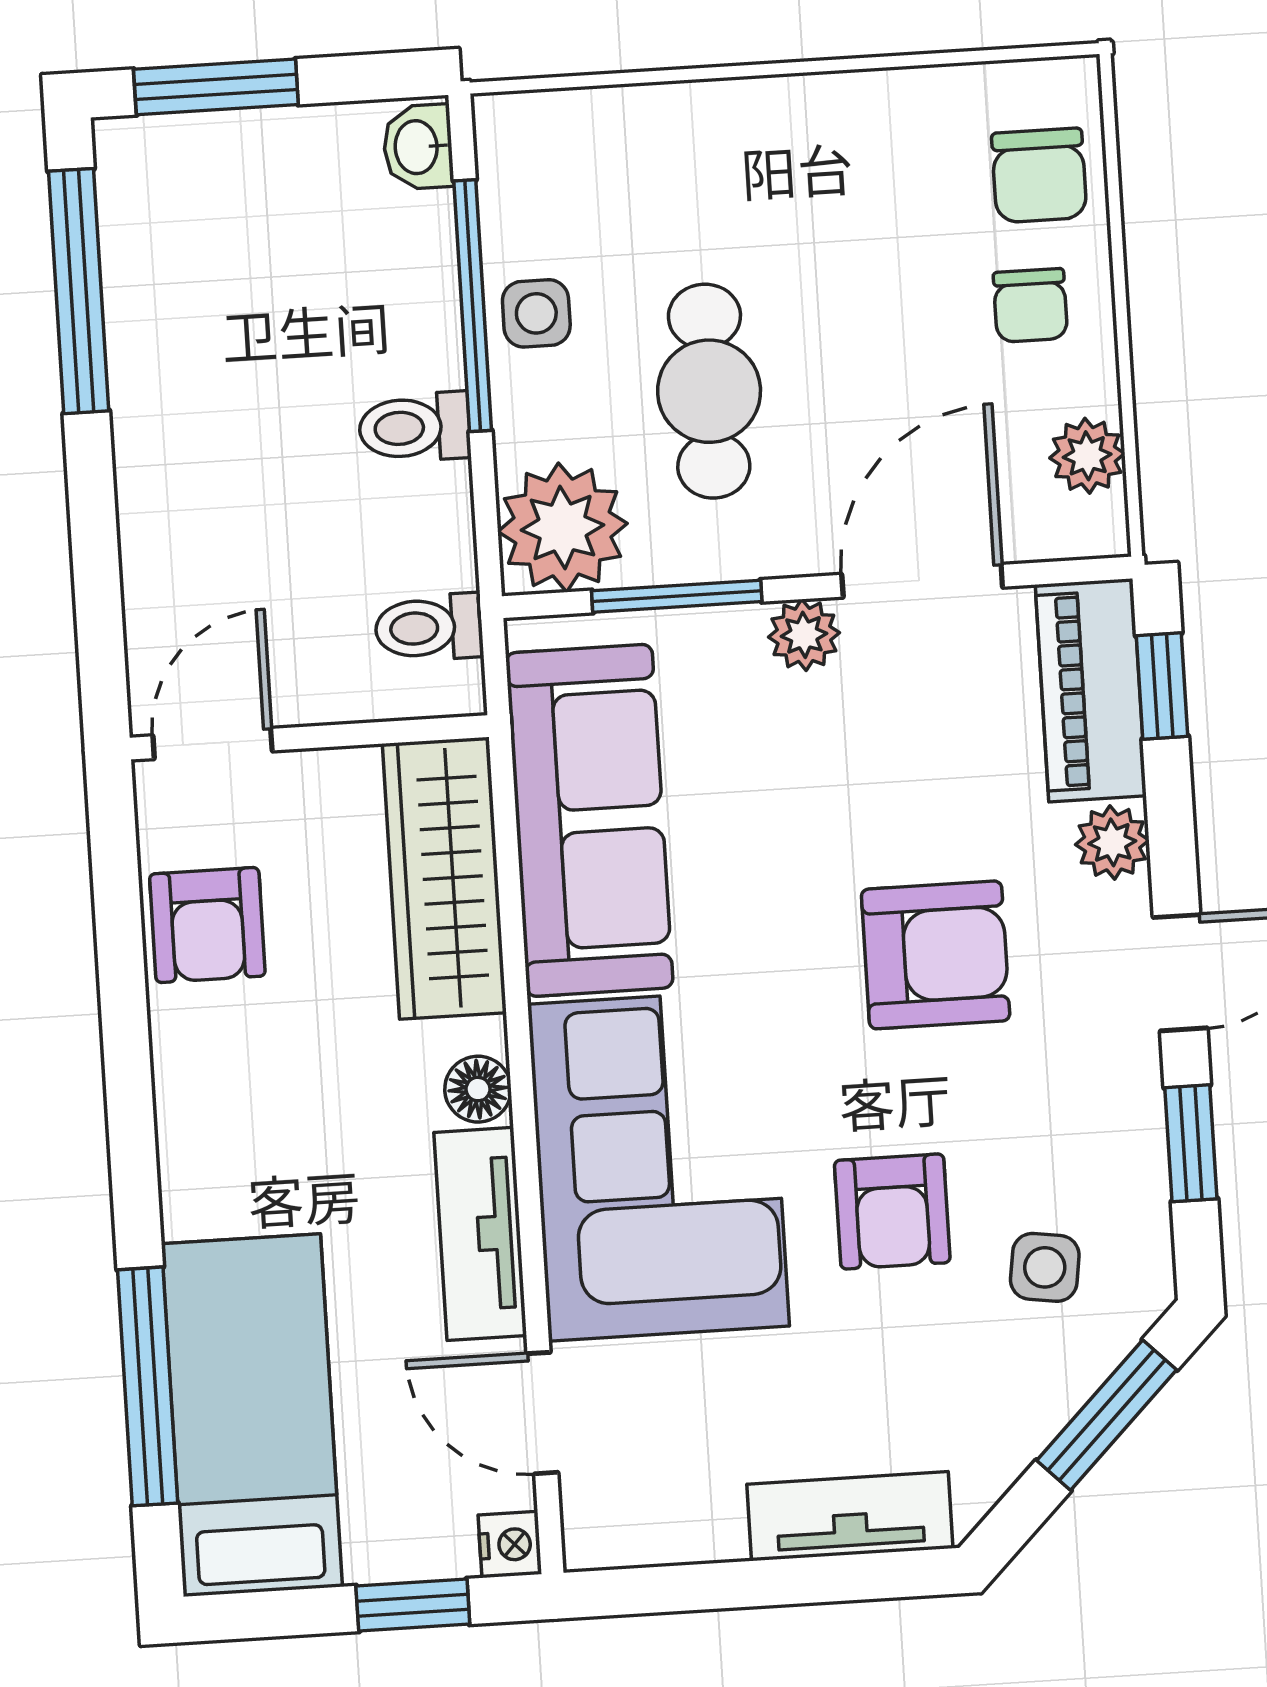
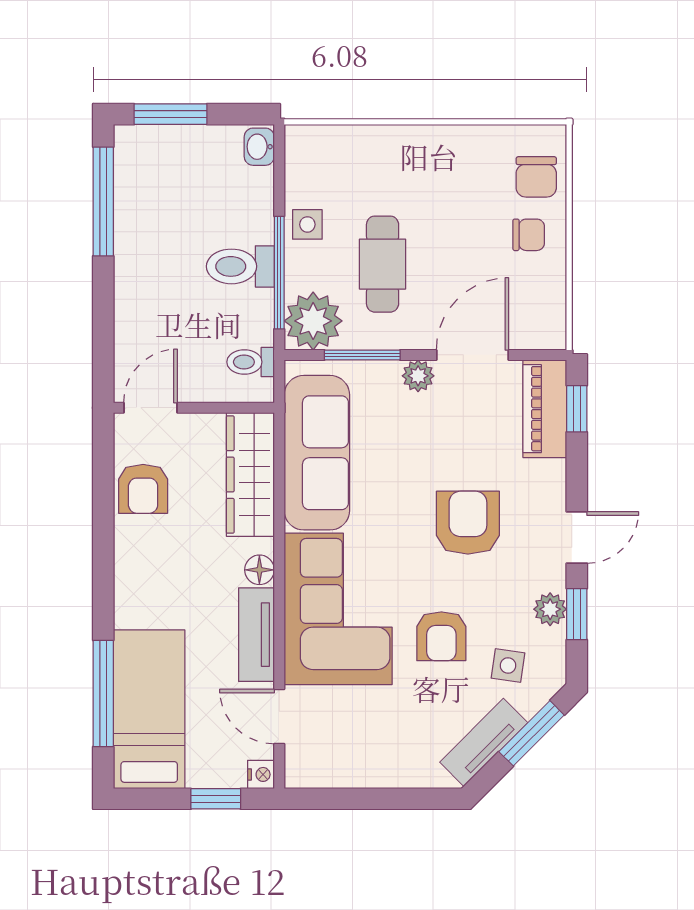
chair: (1030, 305) -> (529, 235), turned -90
window: (473, 306) -> (279, 273), moved
toilet: (415, 427) -> (240, 266), width x1.37, depth x1.39
plant: (1087, 456) -> (550, 304), removed
plant: (1112, 842) -> (550, 609), moved
armchair: (936, 955) -> (468, 523), turned -90
tv unit: (850, 1516) -> (484, 742), moved, turned -45

